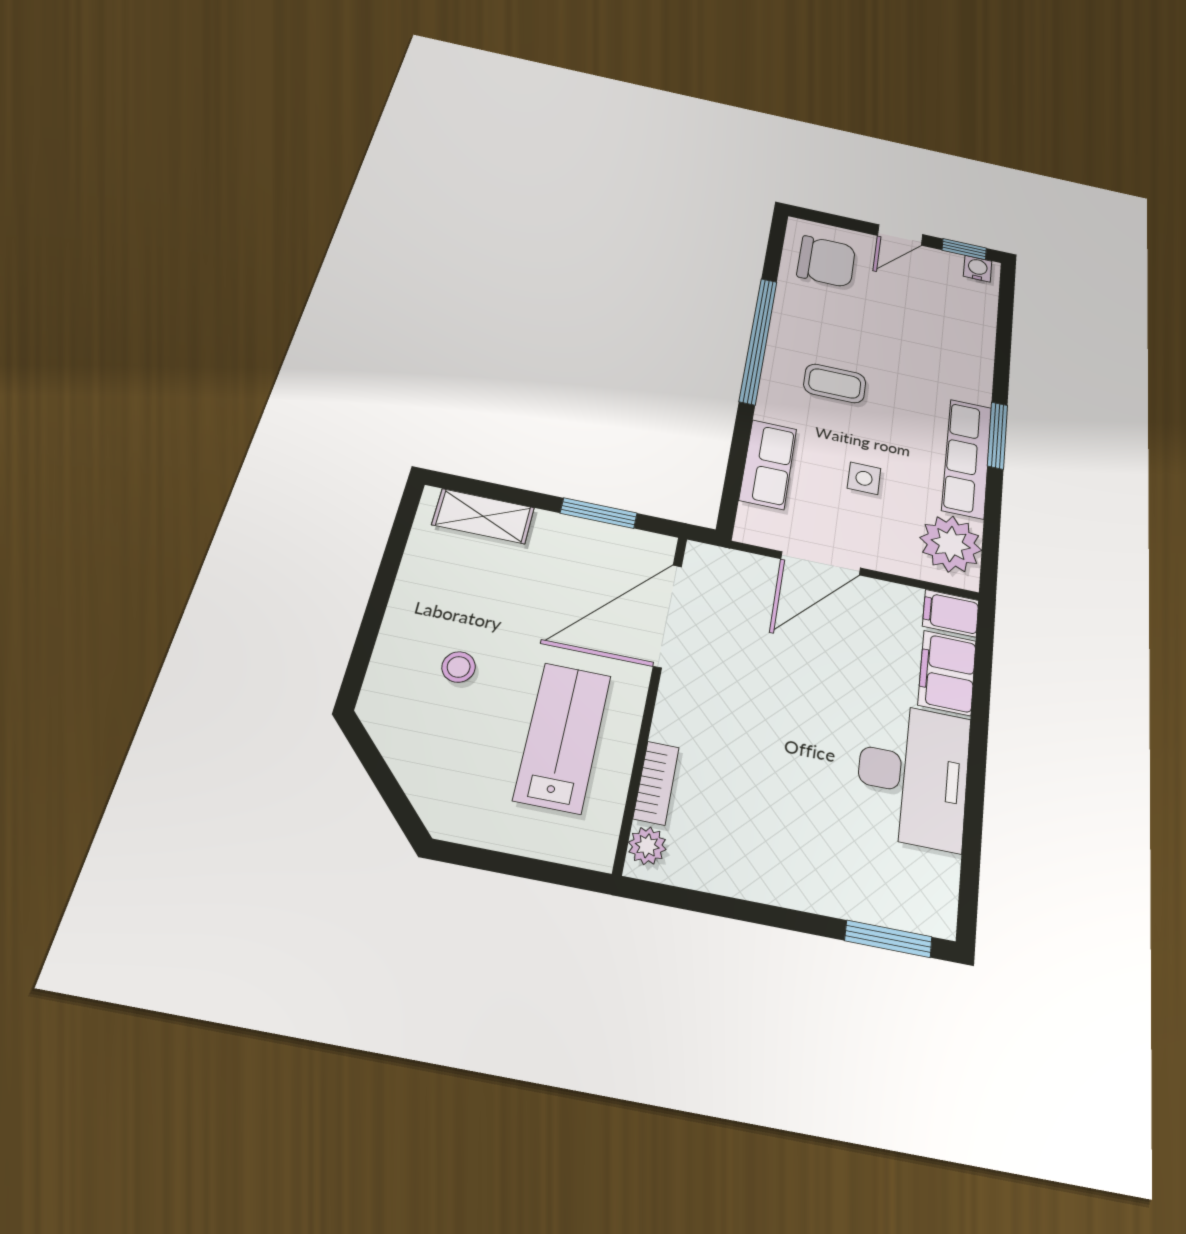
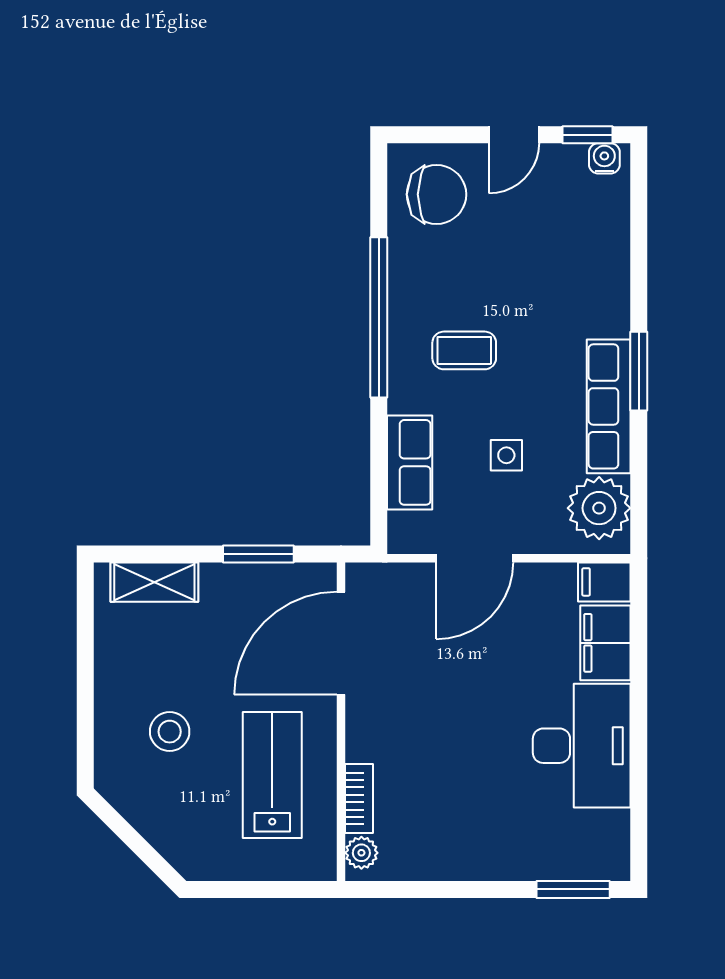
stool: (459, 667) -> (170, 732), width x1.37, depth x1.37

